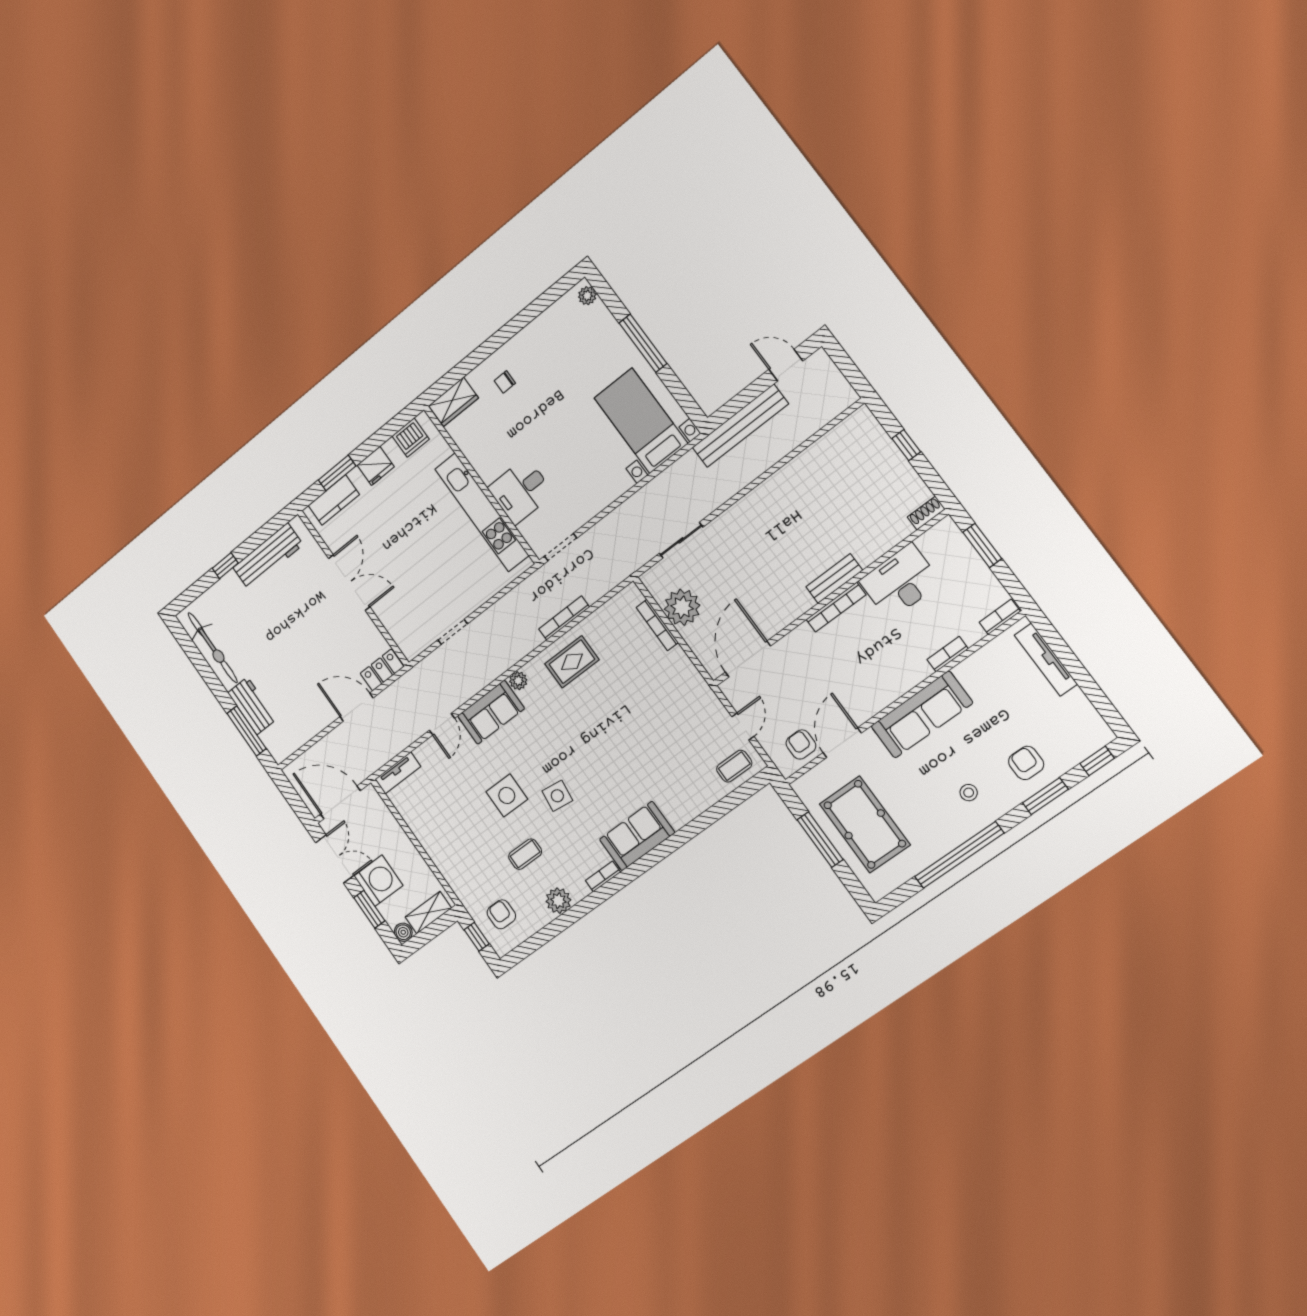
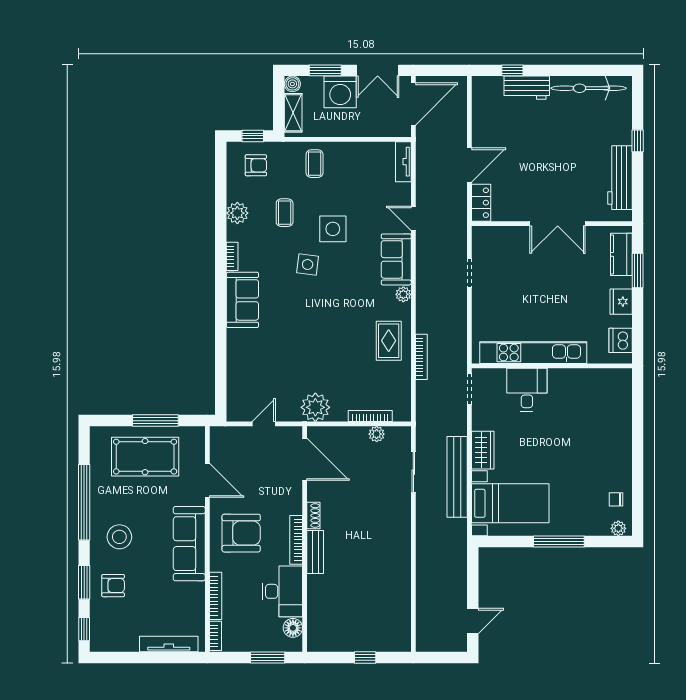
chair: (505, 382) -> (616, 499), moved, turned -90
wardrobe: (453, 402) -> (483, 450), moved, turned 180
bench: (740, 426) -> (457, 477), moved
shoe rack: (926, 513) -> (313, 516), moved
floor lamp: (931, 543) -> (293, 628), added
plant: (682, 607) -> (377, 434), width x0.53, depth x0.53
bookcase: (948, 654) -> (216, 596), width x1.56
plant: (689, 686) -> (315, 407), added
door: (743, 726) -> (264, 424), swing flipped
window: (247, 731) -> (512, 70), width x0.46
armchair: (801, 744) -> (241, 533), moved, width x1.88, depth x1.88
coffee table: (734, 766) -> (315, 164), moved
stool: (969, 793) -> (119, 537), width x1.89, depth x1.89

